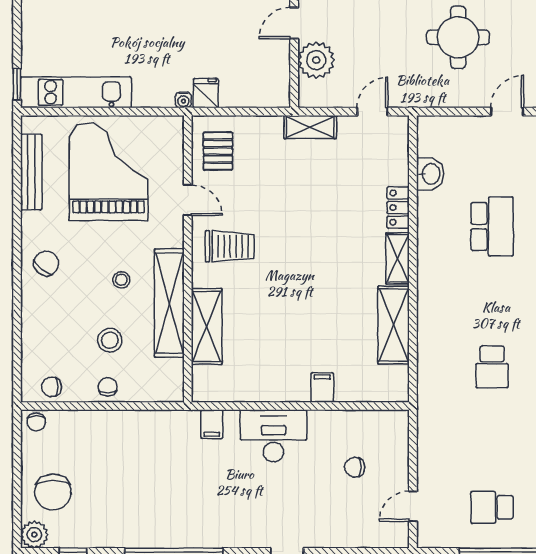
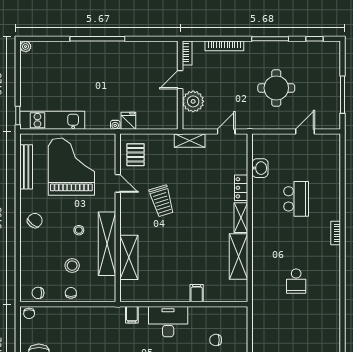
trolley: (230, 246) -> (162, 201), moved, turned 73

